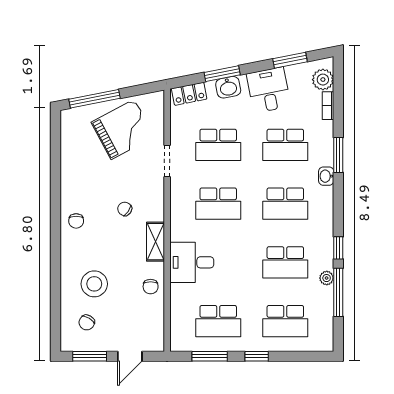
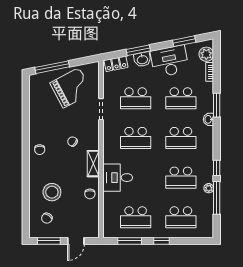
desk: (269, 90) -> (170, 61), width x1.37

